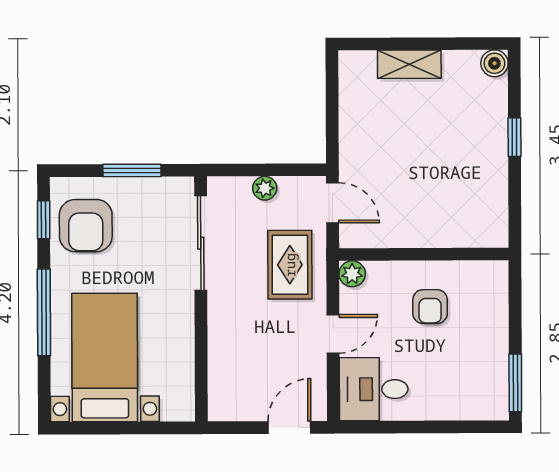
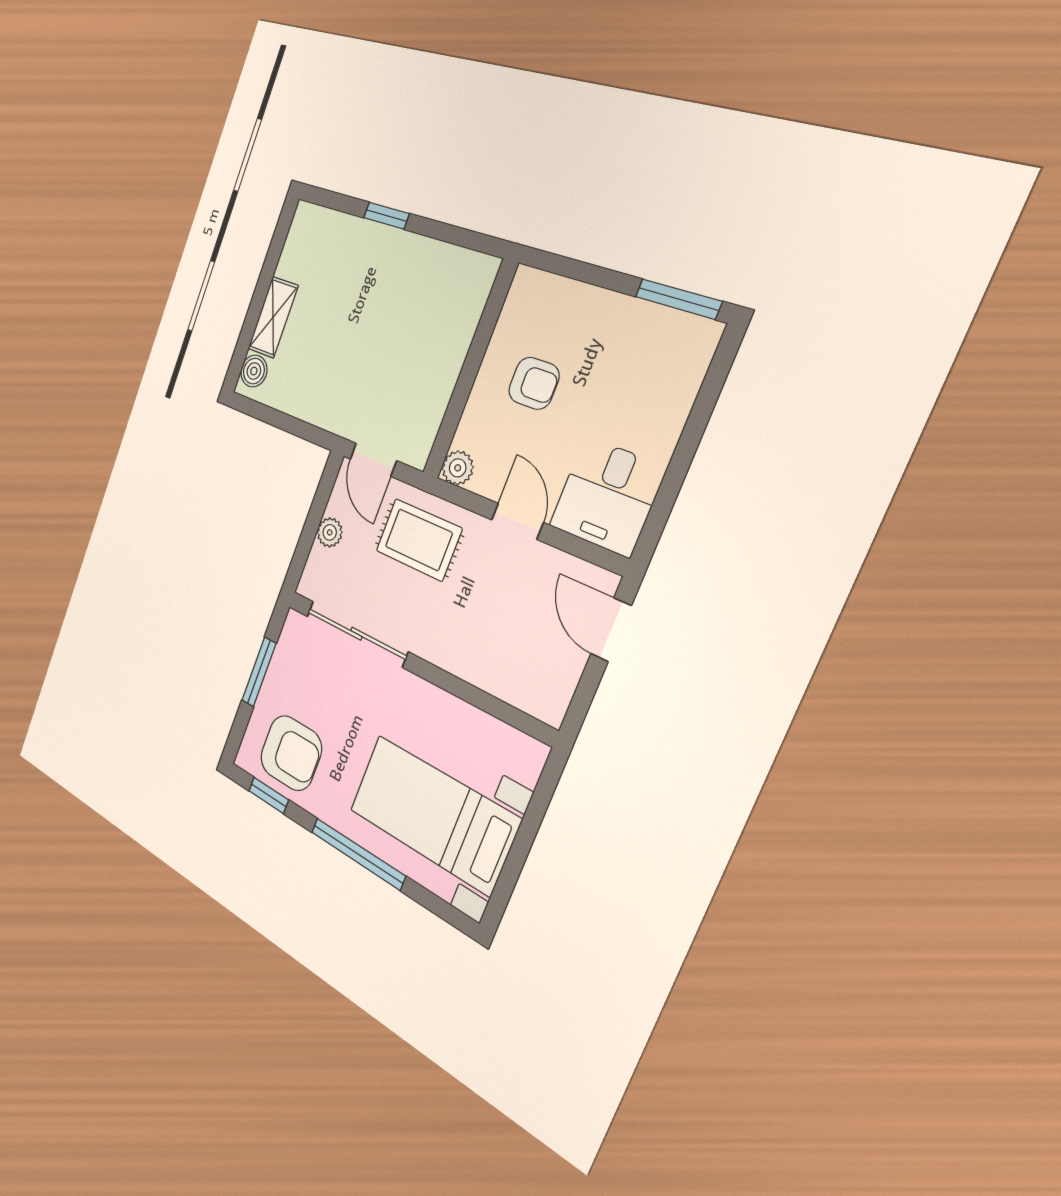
boiler: (494, 63) -> (254, 371), moved
door: (333, 203) -> (373, 460), swing flipped

